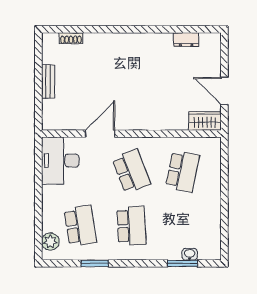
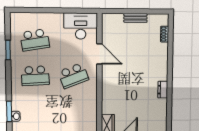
dresser: (186, 40) -> (163, 90), moved
school desk: (182, 171) -> (74, 111), removed
plant: (50, 242) -> (23, 19), removed

